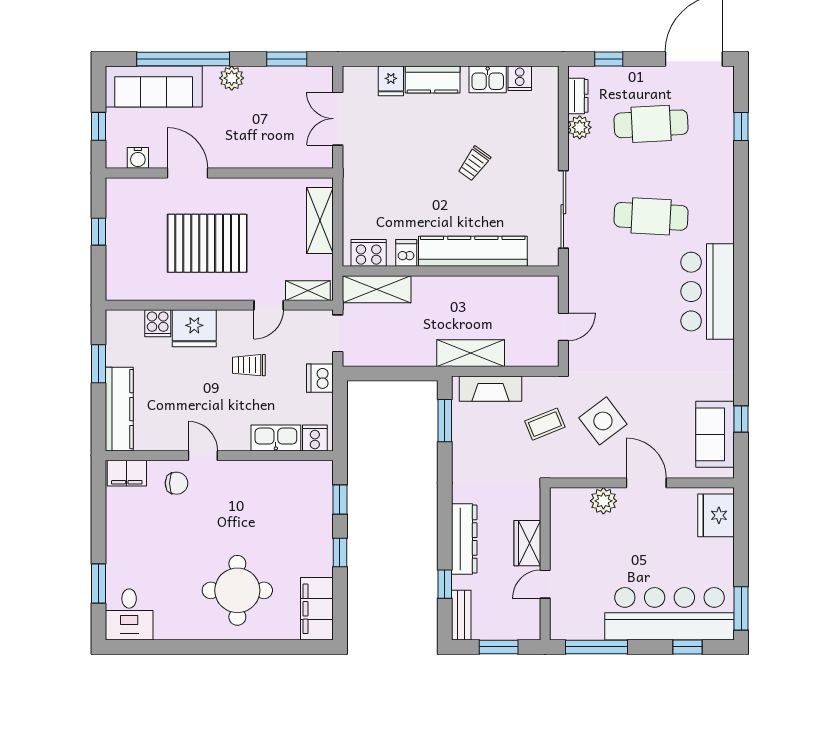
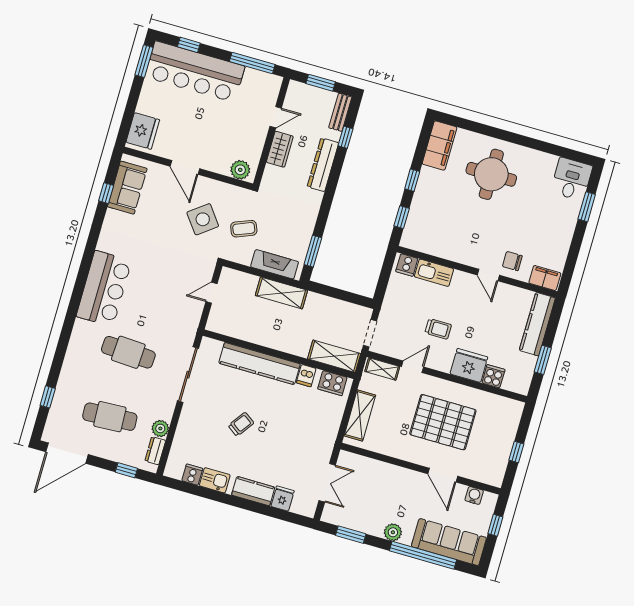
dishwasher: (320, 378) -> (391, 306), removed
plant: (603, 501) -> (240, 170), moved

